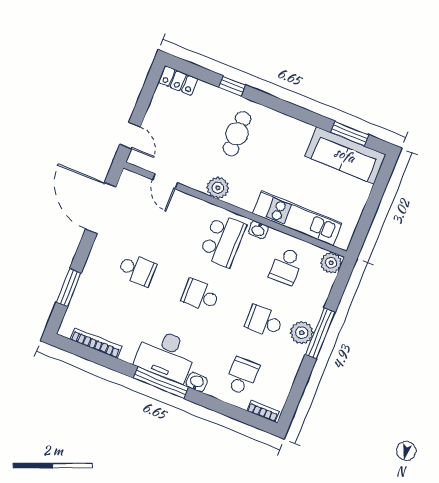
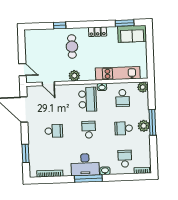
locker: (178, 81) -> (98, 32), moved
sofa: (345, 155) -> (132, 34), width x0.73
school desk: (200, 295) -> (89, 130), turned 90

